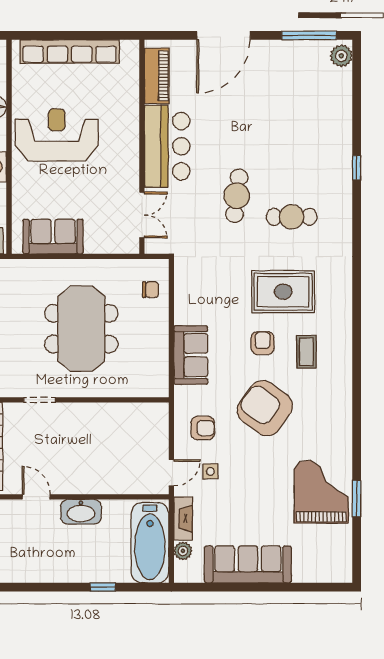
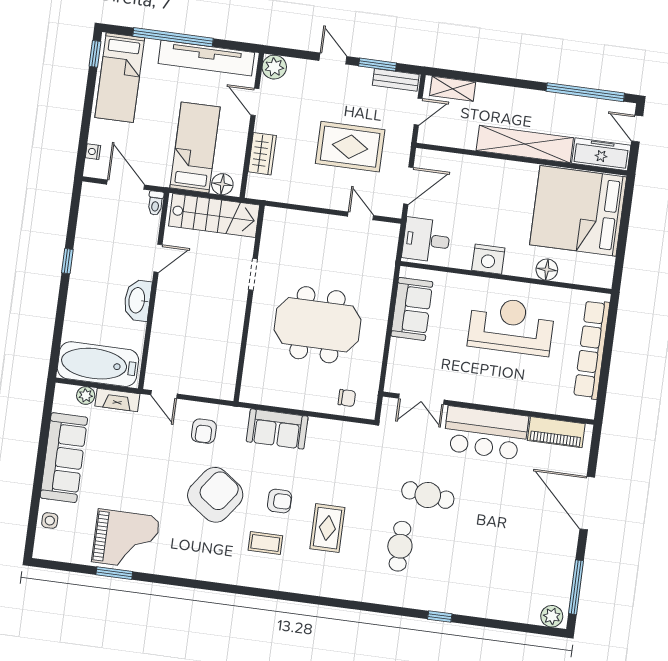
reception desk: (57, 135) -> (511, 326), turned -90
chair: (151, 290) -> (347, 398), turned -90
rug: (283, 292) -> (327, 528), width x0.73, depth x0.70
side table: (210, 471) -> (50, 521), moved
window: (103, 587) -> (67, 261), moved

